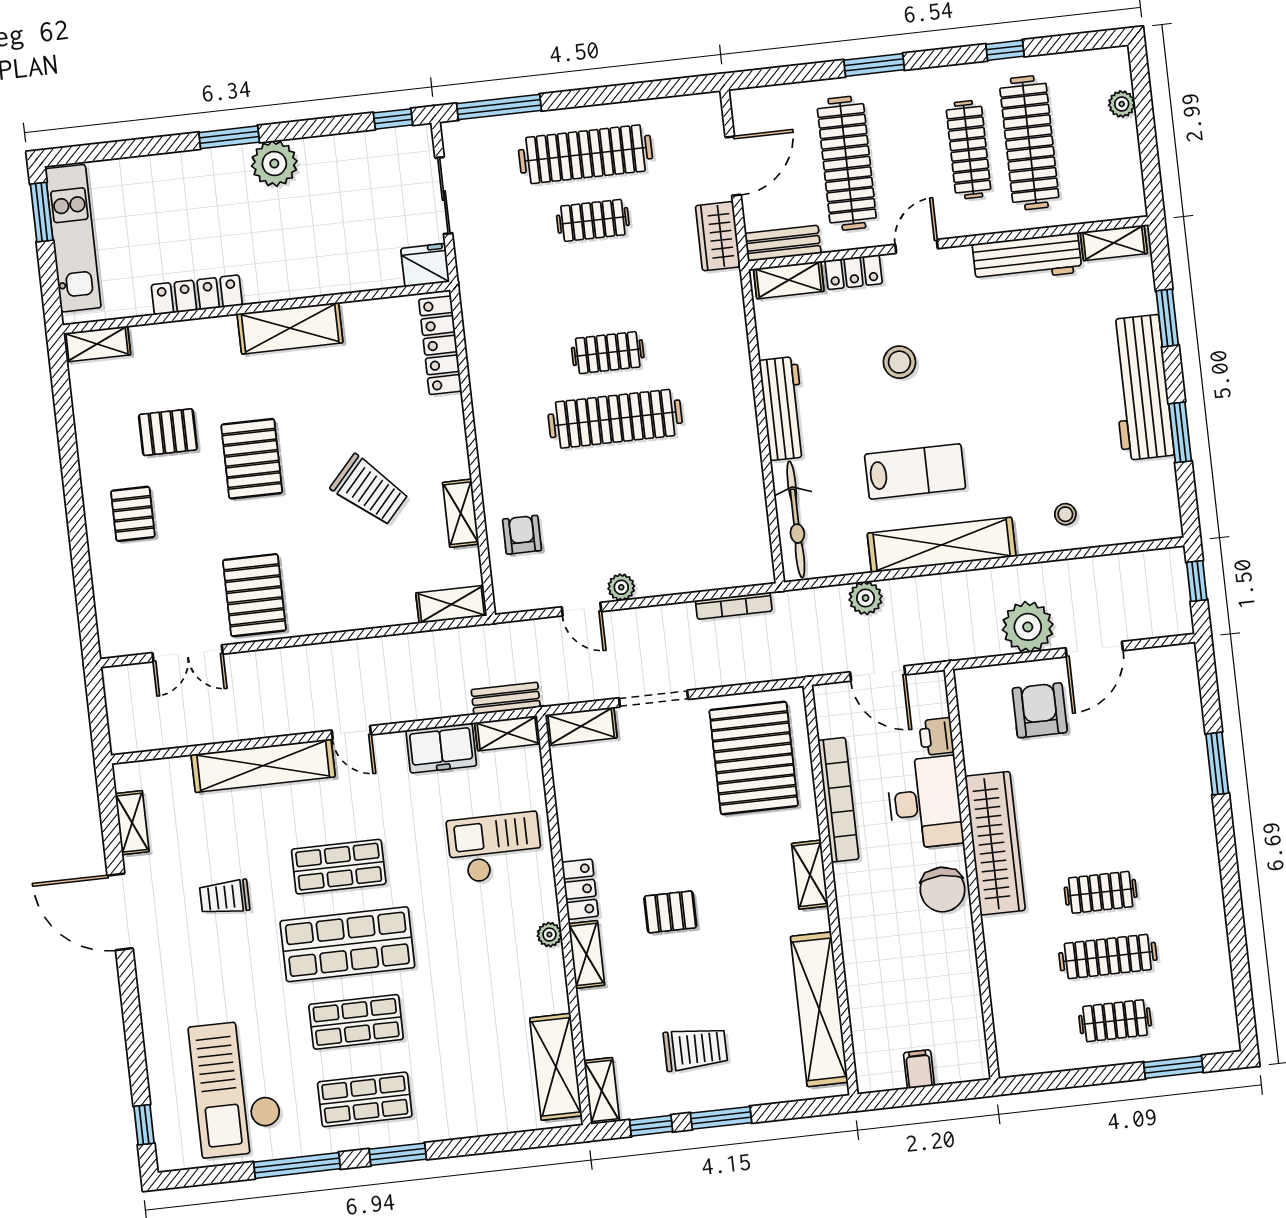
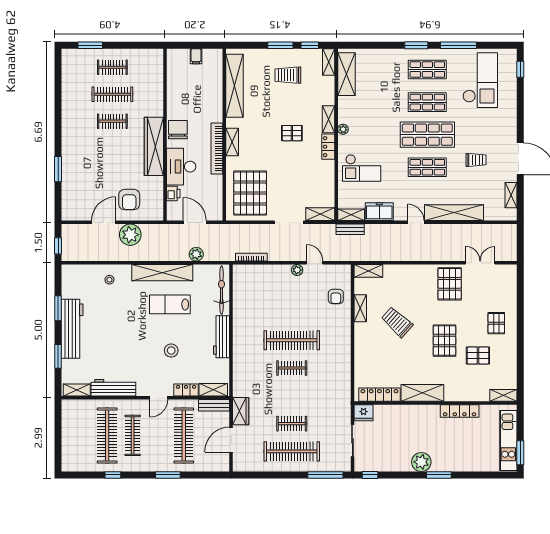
plant: (1122, 104) -> (67, 447), removed
locker: (440, 345) -> (379, 395), moved, turned -90
bookcase: (838, 800) -> (217, 148), moved

